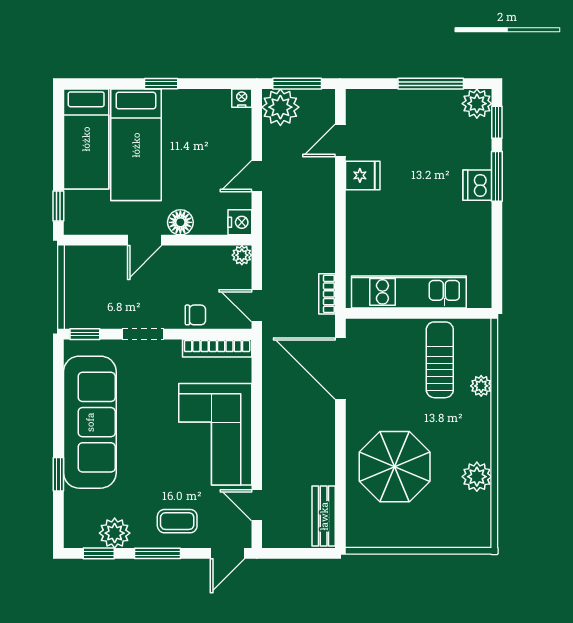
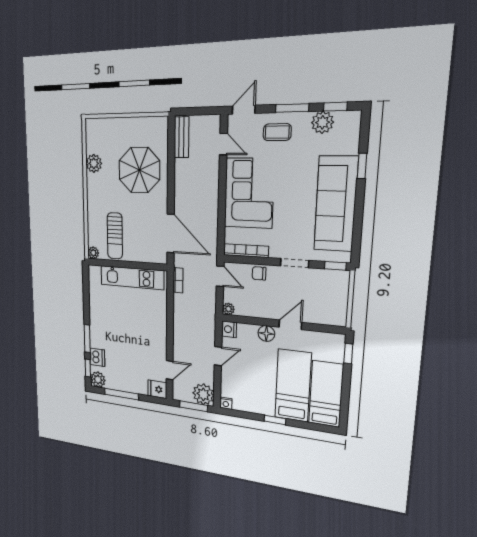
fridge: (363, 175) -> (157, 389), moved
dishwasher: (477, 185) -> (97, 357), moved
plant: (481, 386) -> (93, 253), moved

